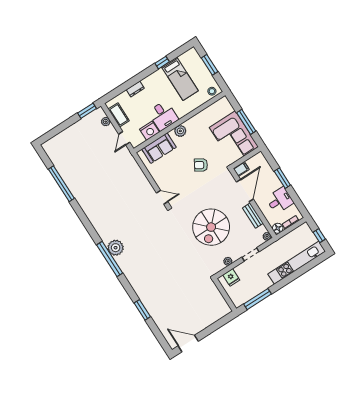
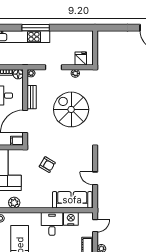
plant: (180, 131) -> (14, 203), moved
sofa: (159, 148) -> (72, 200), width x1.36
door: (162, 197) -> (95, 178), moved
spiral stairs: (211, 227) -> (71, 109), turned -90
window: (257, 299) -> (36, 28), moved

